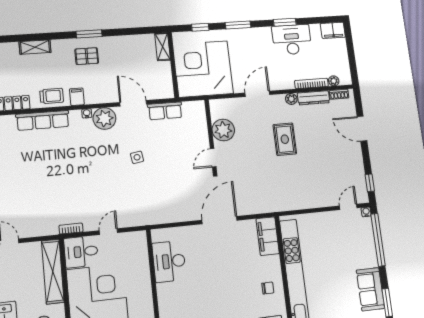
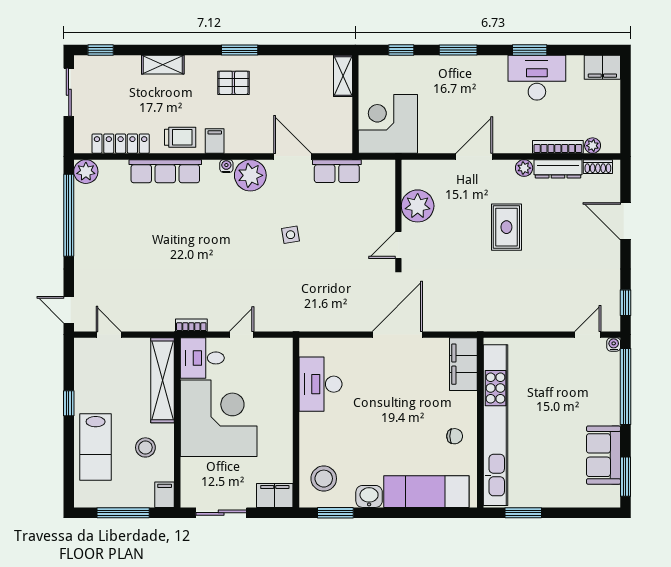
corner desk: (203, 69) -> (388, 124), width x0.74, depth x0.74

